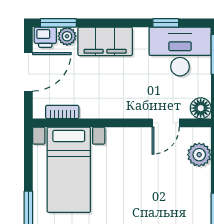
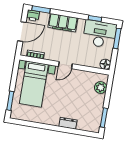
plant: (67, 36) -> (44, 17), removed
door: (166, 123) -> (65, 65), moved

